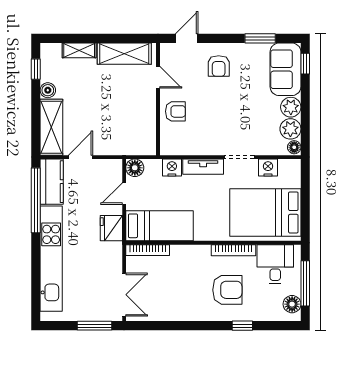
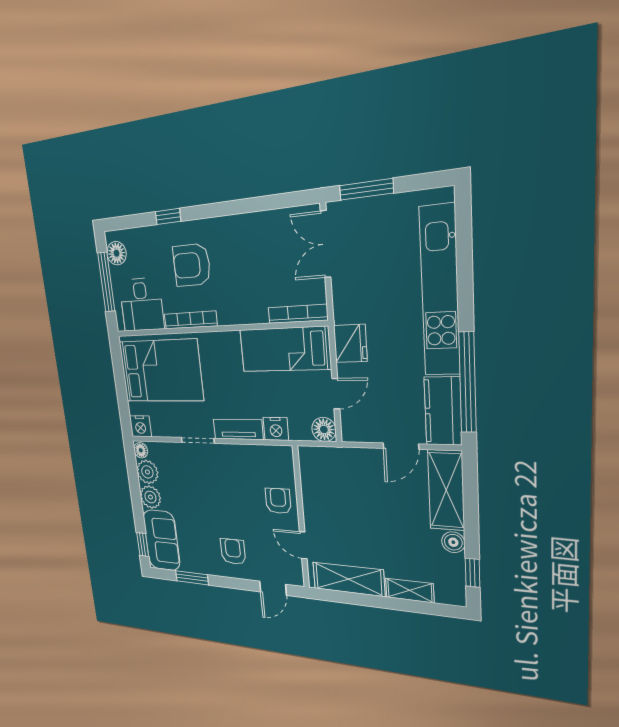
armchair: (175, 111) -> (278, 501), turned 90
nightstand: (268, 168) -> (140, 426), moved

